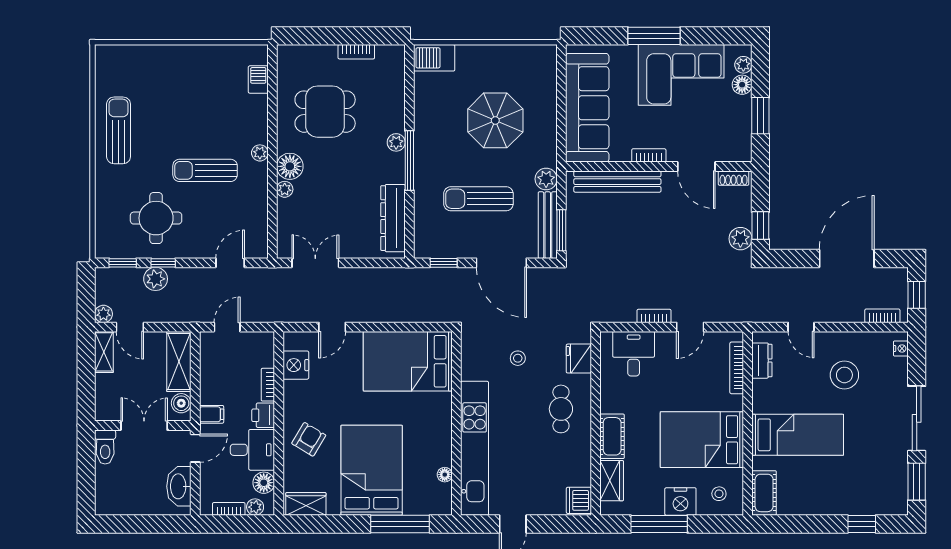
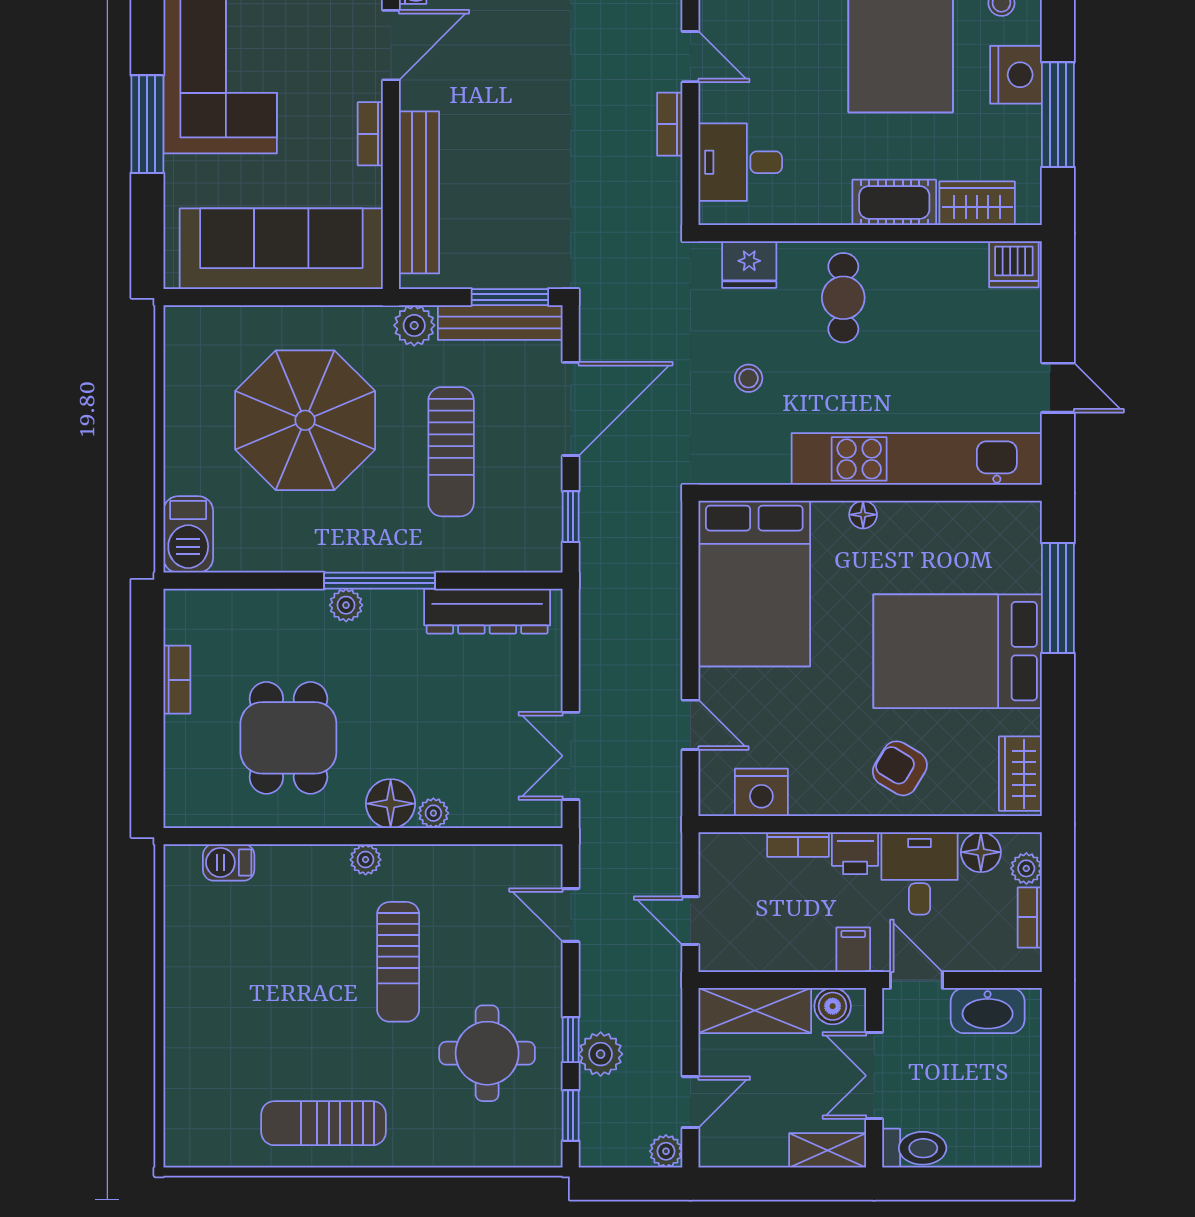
parasol: (495, 120) -> (305, 420), width x1.36, depth x1.36
shelving: (104, 352) -> (828, 1150), moved
cafe table: (561, 409) -> (843, 298), turned 90
floor lamp: (445, 475) -> (863, 515), moved

